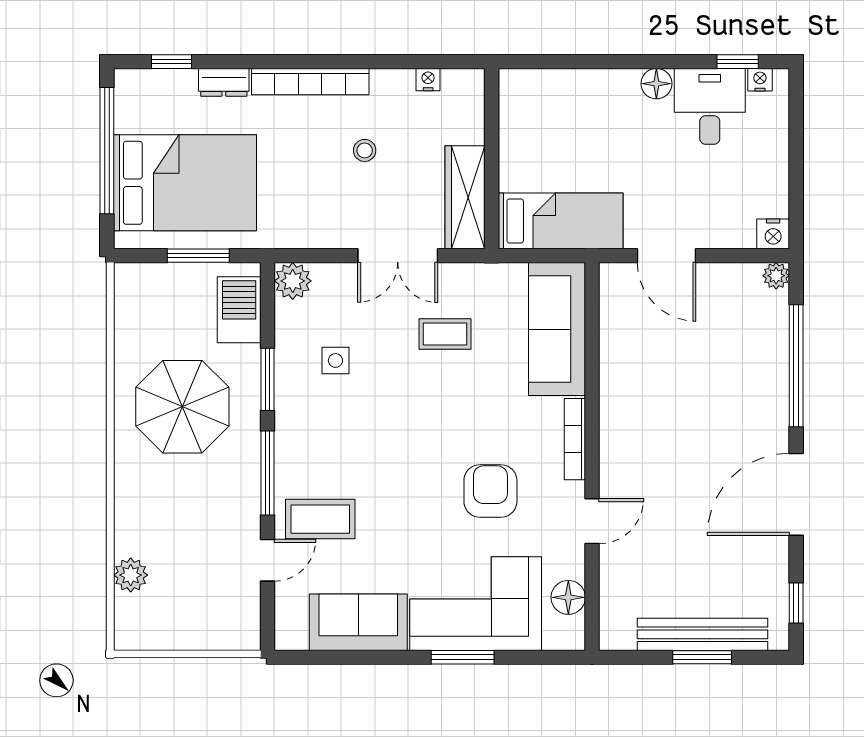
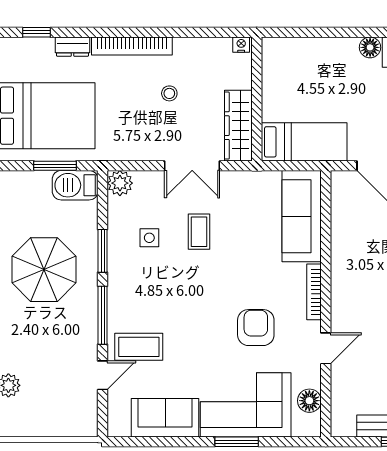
nightstand: (428, 80) -> (241, 45), moved
barbecue: (239, 310) -> (75, 185), moved, turned -90
coffee table: (445, 334) -> (199, 232), moved, turned 90

